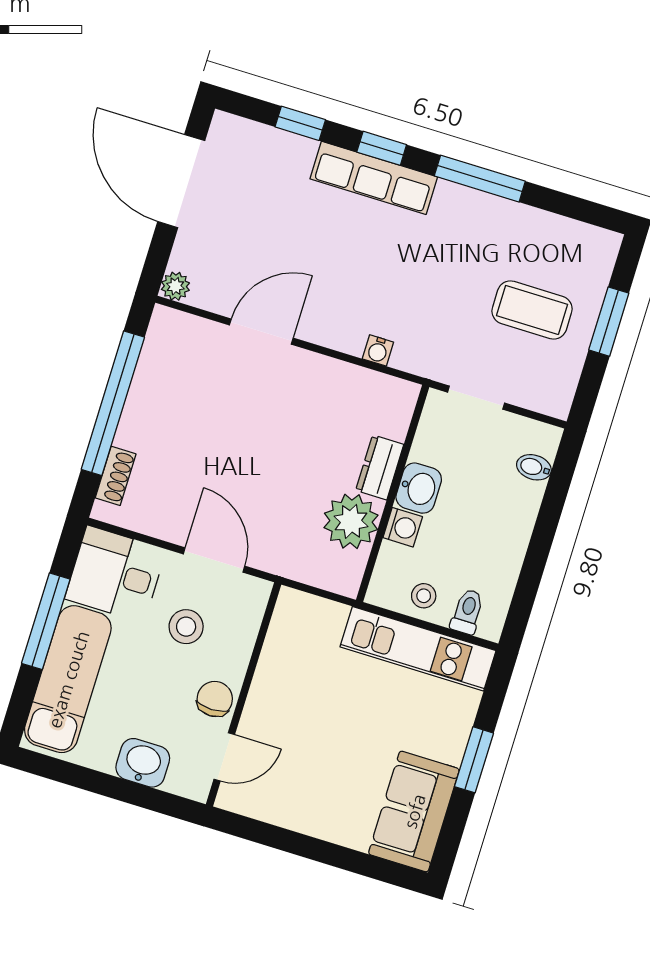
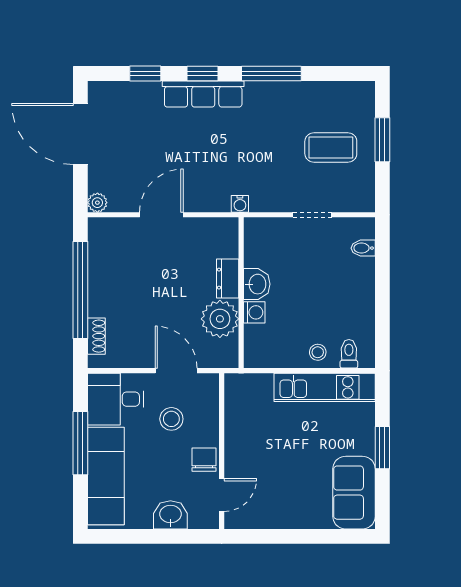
dresser: (380, 467) -> (228, 279), moved
washbasin: (419, 488) -> (257, 284), moved
wall: (393, 493) -> (241, 293), moved
plant: (351, 521) -> (220, 319), moved
washing machine: (403, 527) -> (254, 312), moved

